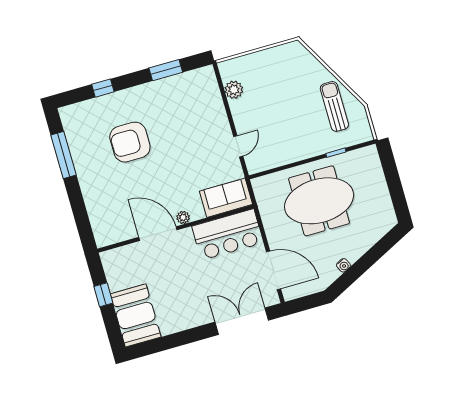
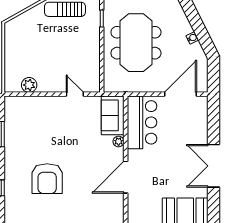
plant: (183, 217) -> (119, 141), moved
double door: (242, 321) -> (214, 166), moved

